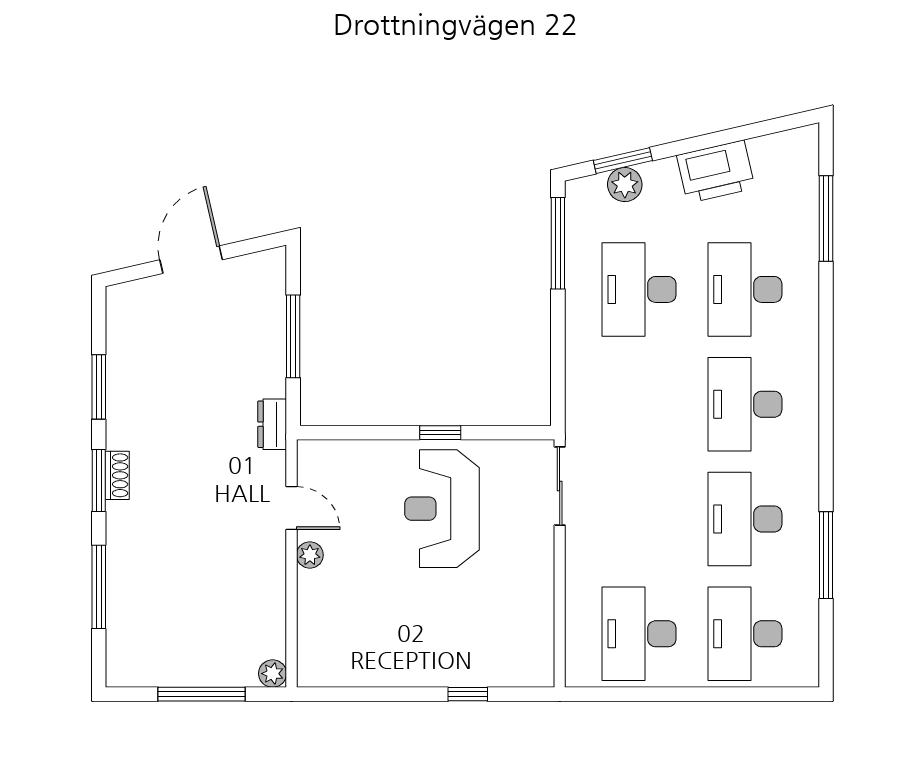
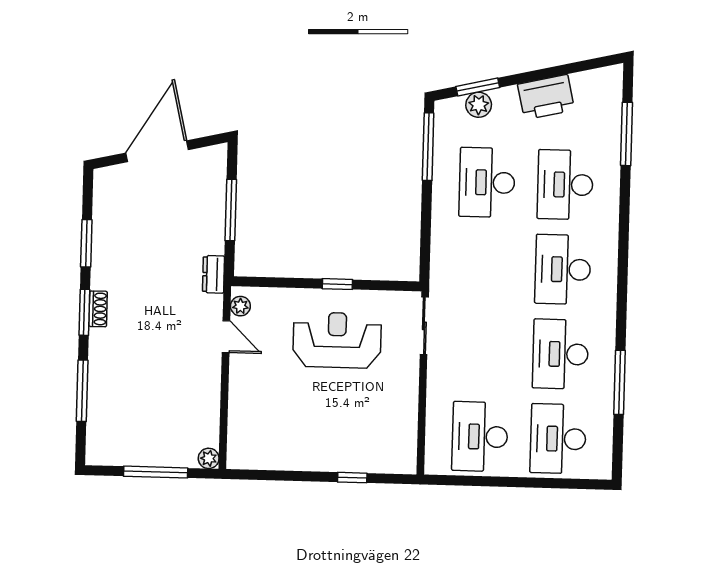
door: (191, 260) -> (157, 151), width x1.36
reception desk: (442, 509) -> (337, 340), turned 90
plant: (310, 555) -> (240, 306), moved

